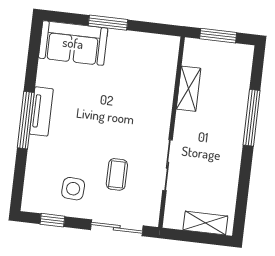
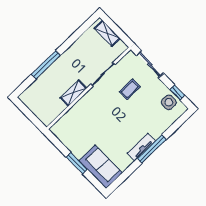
window: (218, 36) -> (30, 116), removed
shelving: (189, 89) -> (73, 93), moved
side table: (73, 189) -> (169, 102), moved

